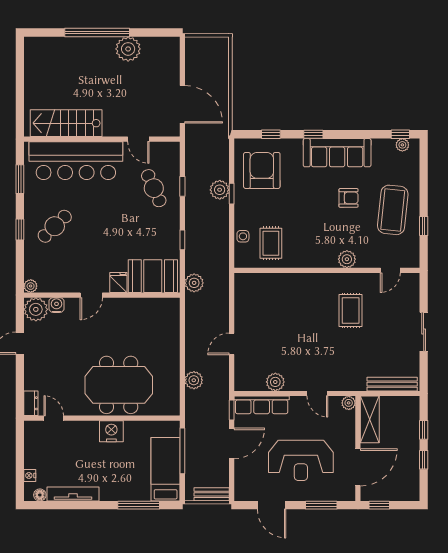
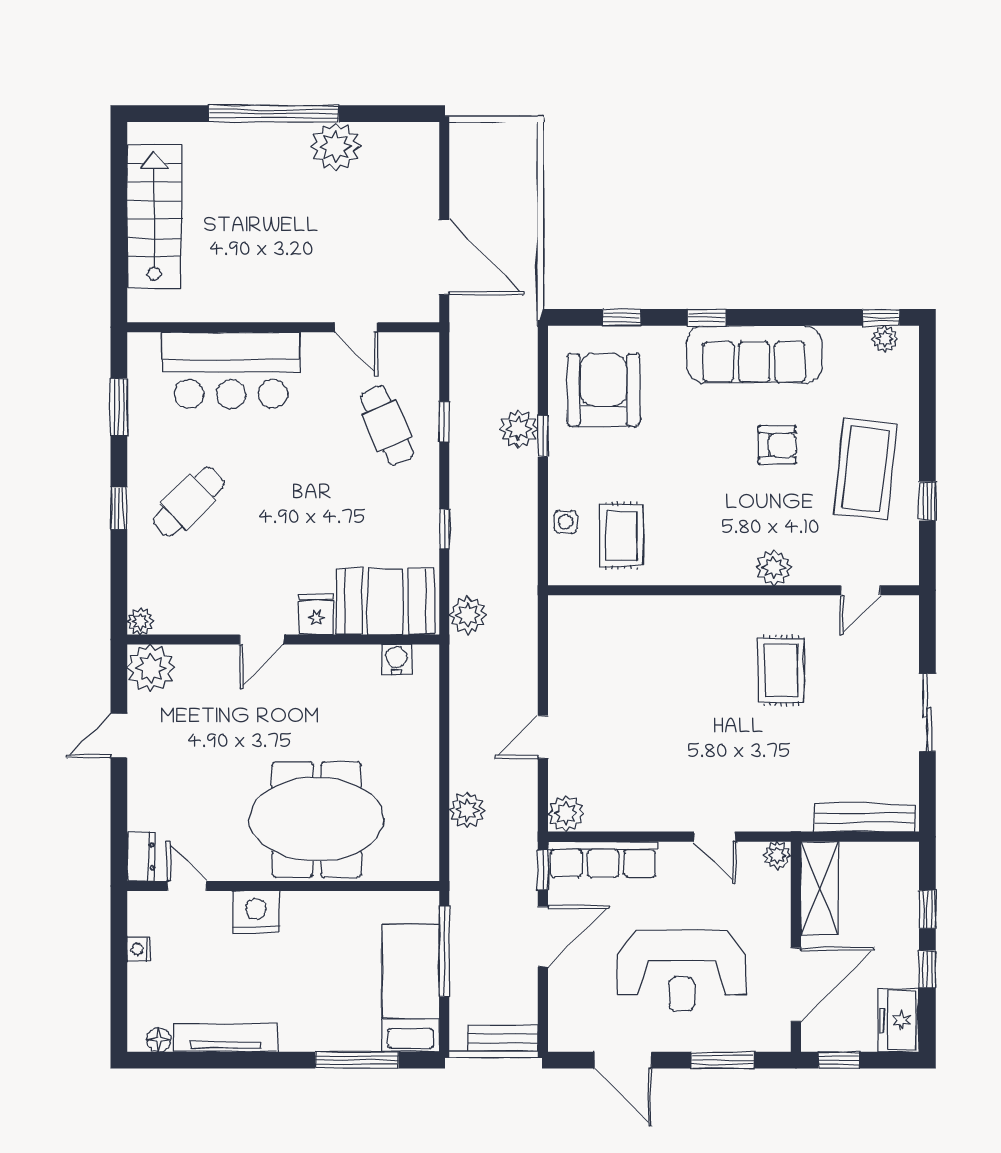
stairs: (66, 123) -> (154, 216), moved, turned 90
bar counter: (76, 161) -> (231, 370), width x0.73
water cooler: (57, 305) -> (396, 659), moved
plant: (275, 382) -> (566, 813), moved
nightstand: (111, 431) -> (256, 912), moved
nightstand: (30, 476) -> (139, 949), moved
freezer: (409, 485) -> (899, 1020), added

